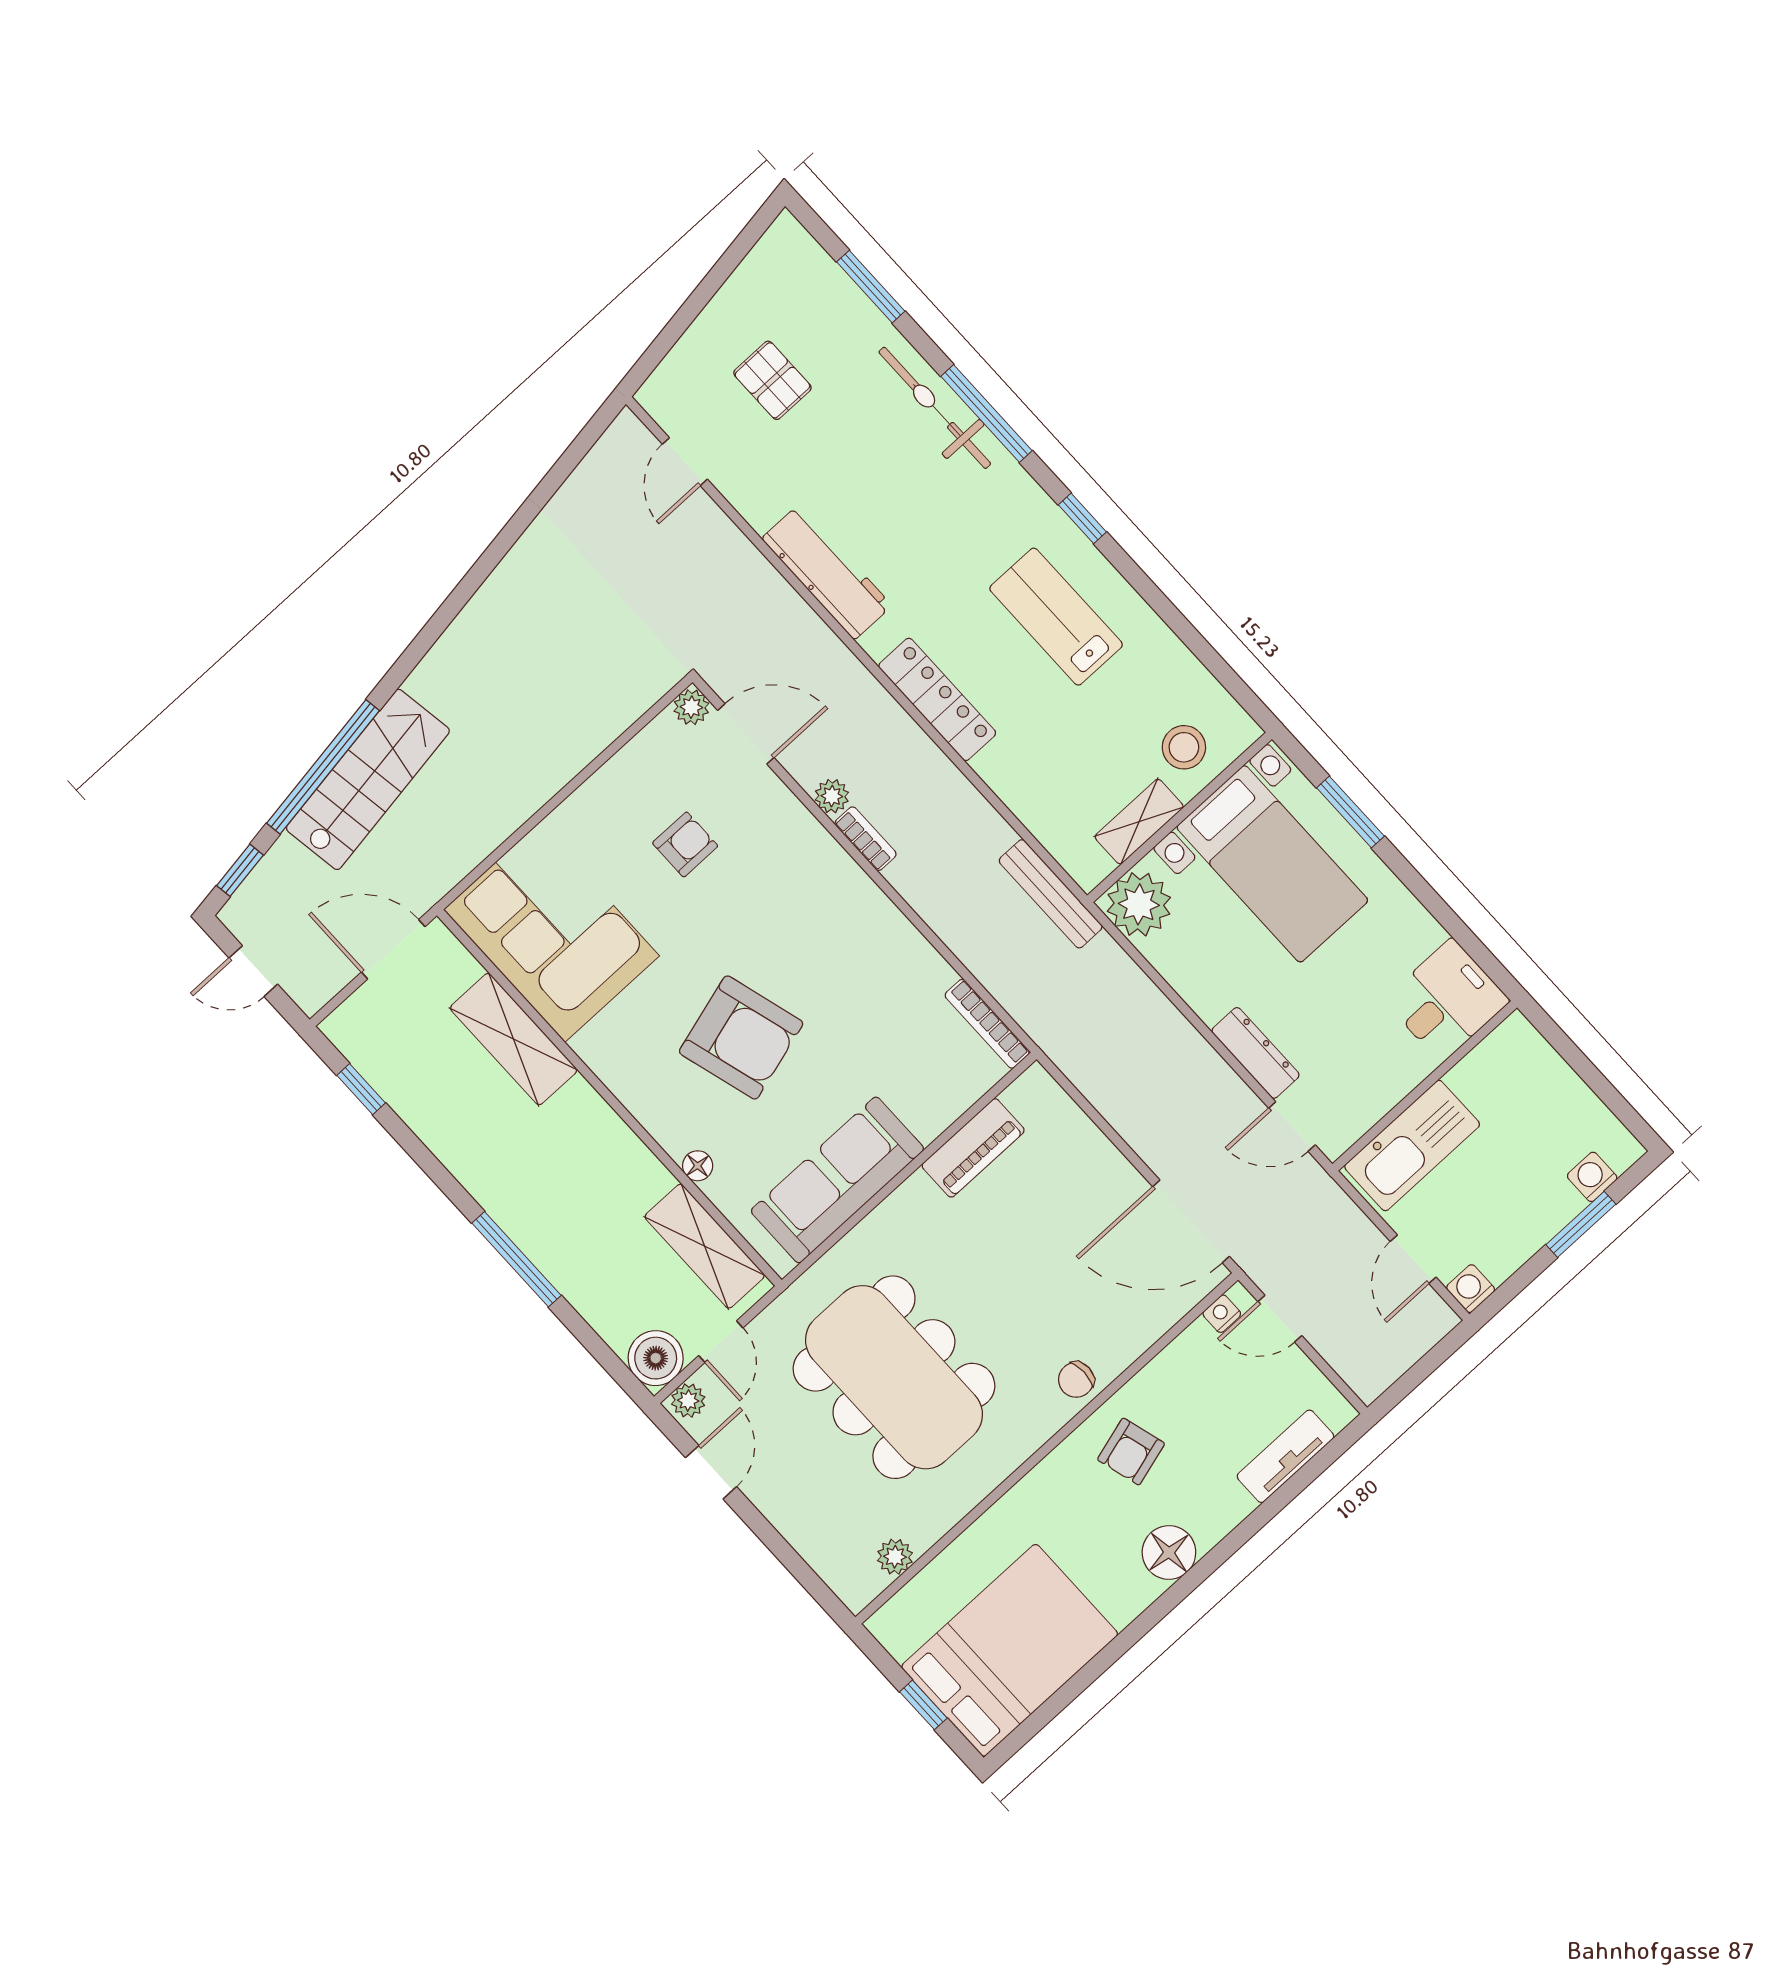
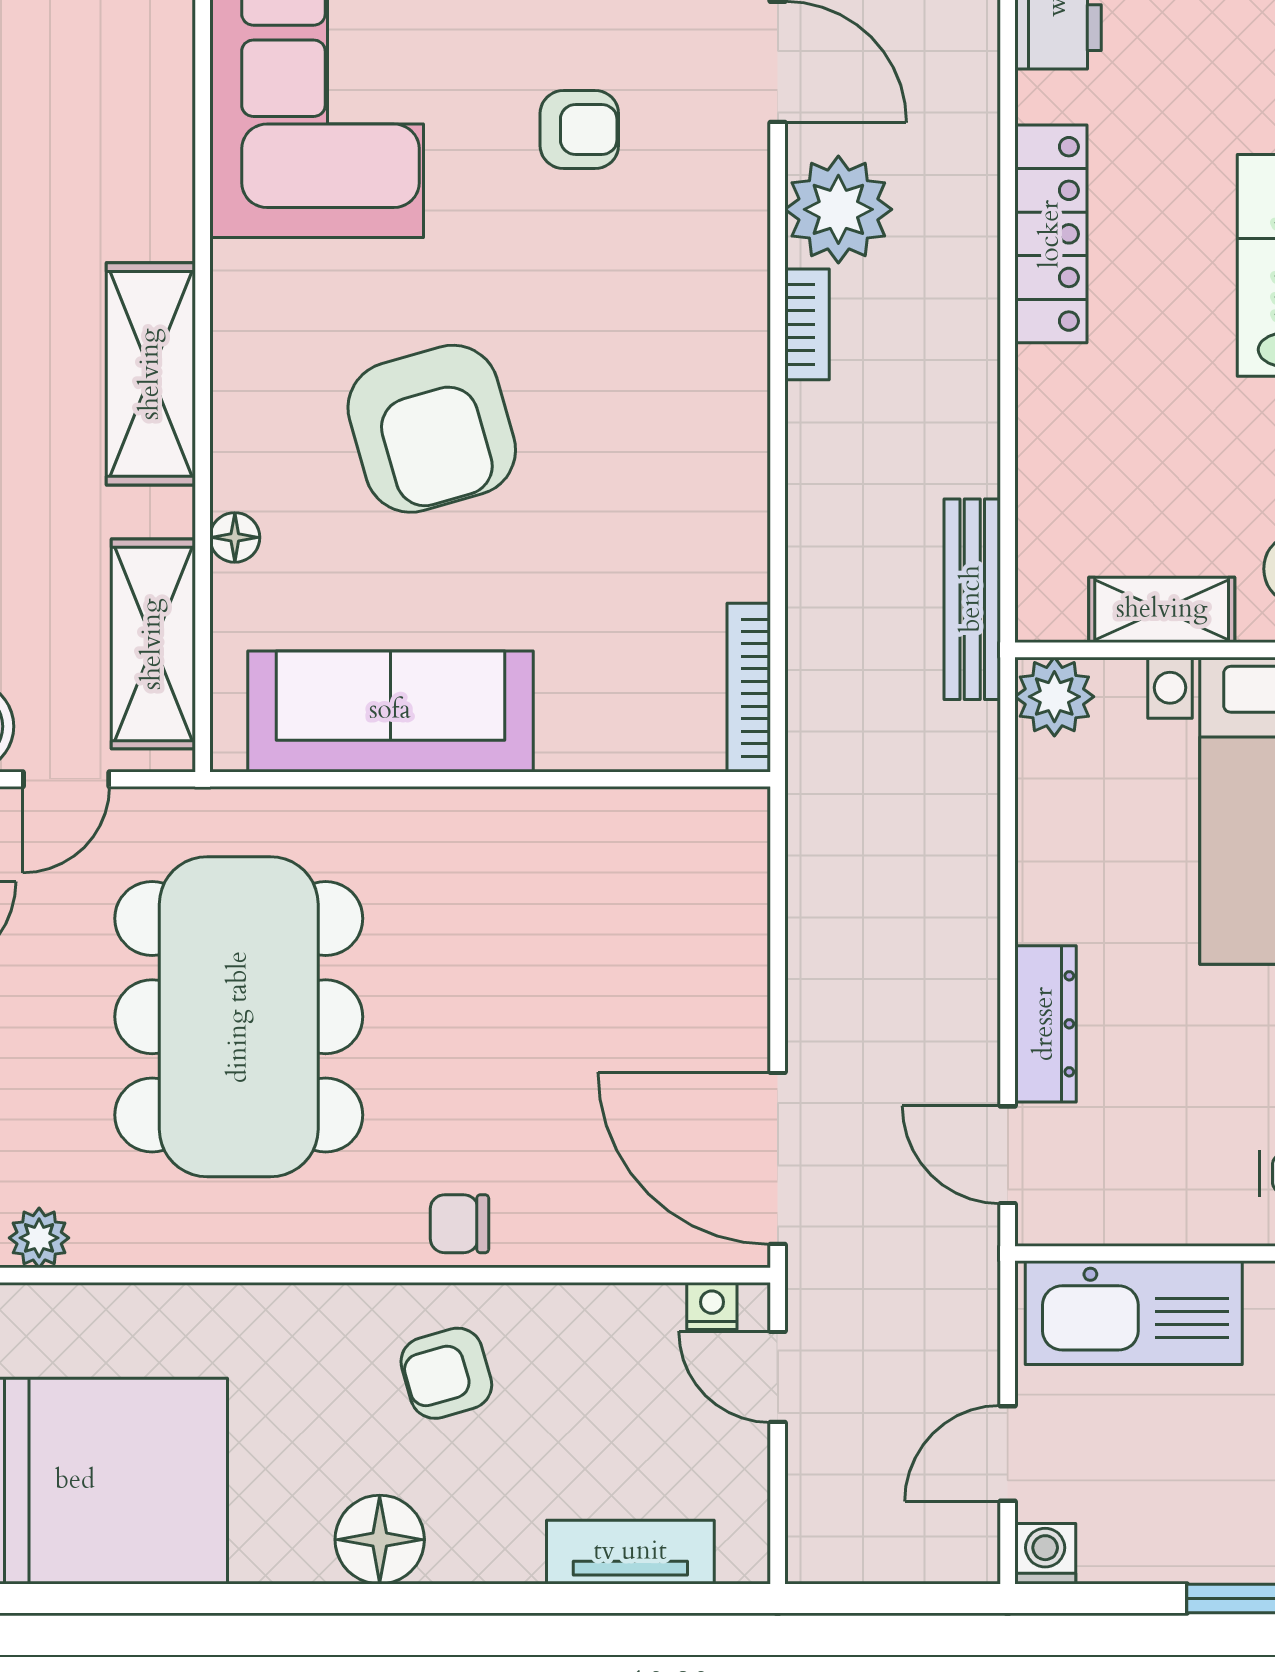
plant: (832, 796) -> (838, 209), width x1.88, depth x1.88
plant: (1139, 904) -> (1054, 697), width x0.73, depth x0.73
shelving: (514, 1039) -> (151, 374), moved
piano: (973, 1148) -> (593, 824), removed

